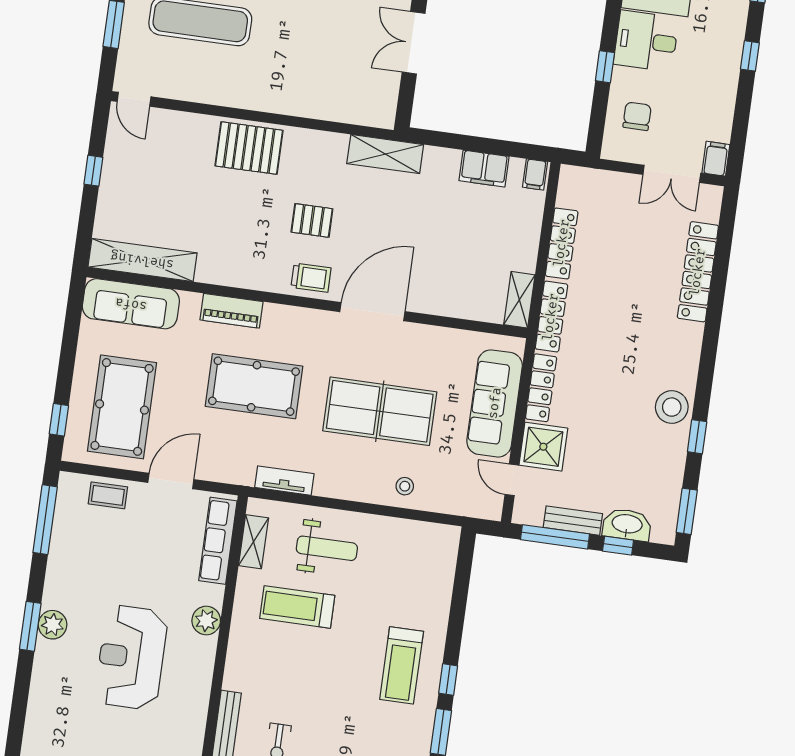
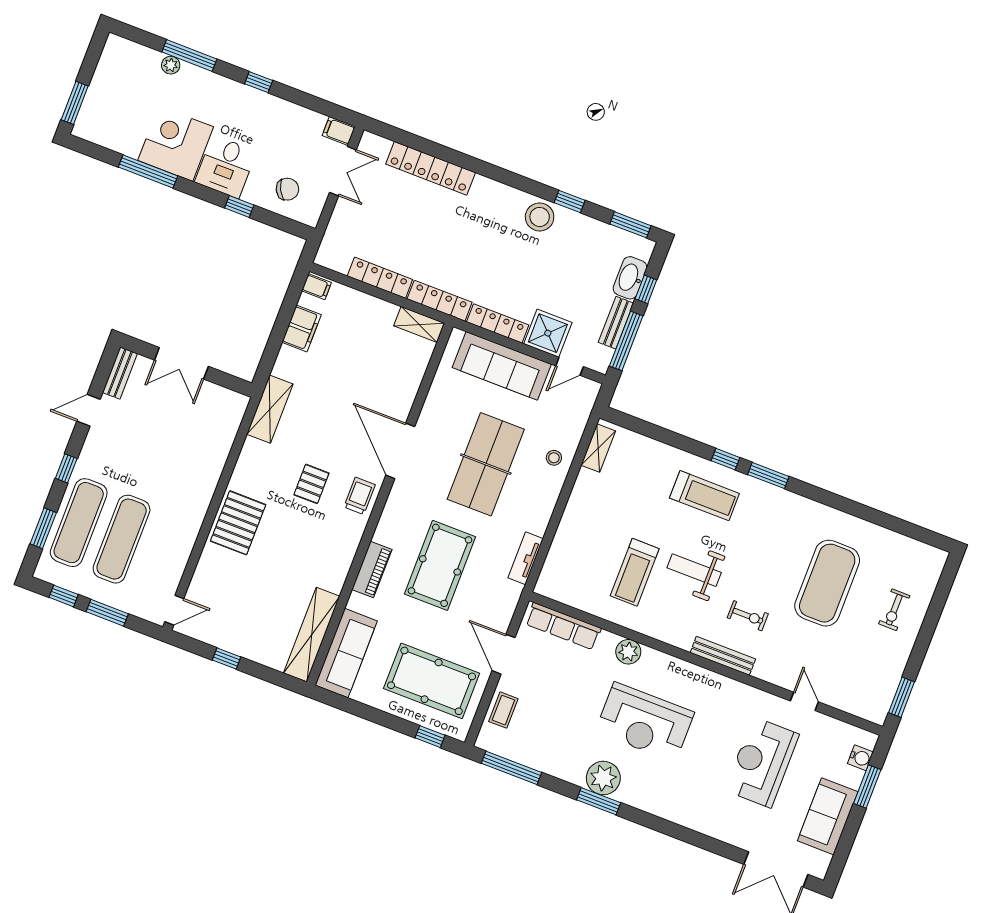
chair: (637, 116) -> (287, 189), turned 153
shelving: (253, 542) -> (598, 448), moved, turned 90
weight bench: (327, 548) -> (694, 570), moved, turned -90
plant: (53, 625) -> (603, 778), width x1.36, depth x1.36

